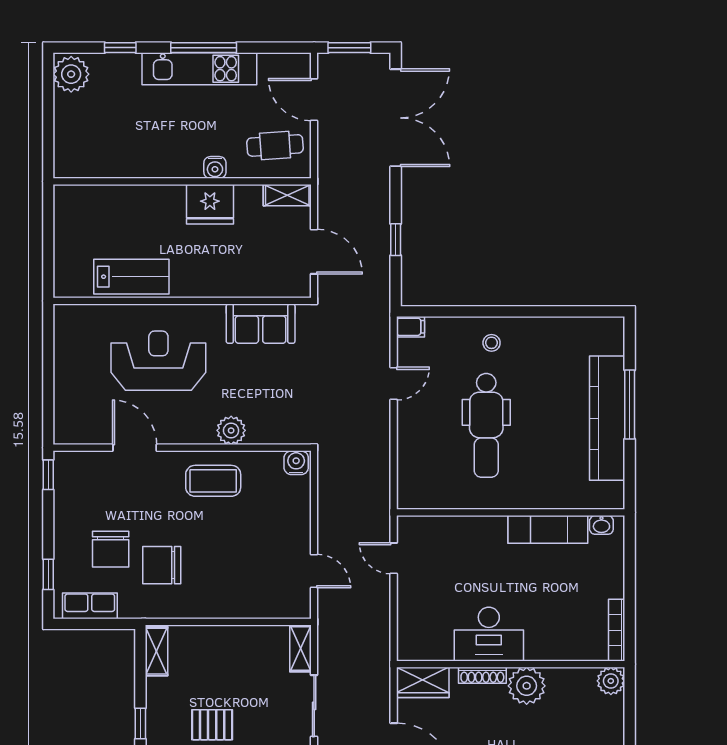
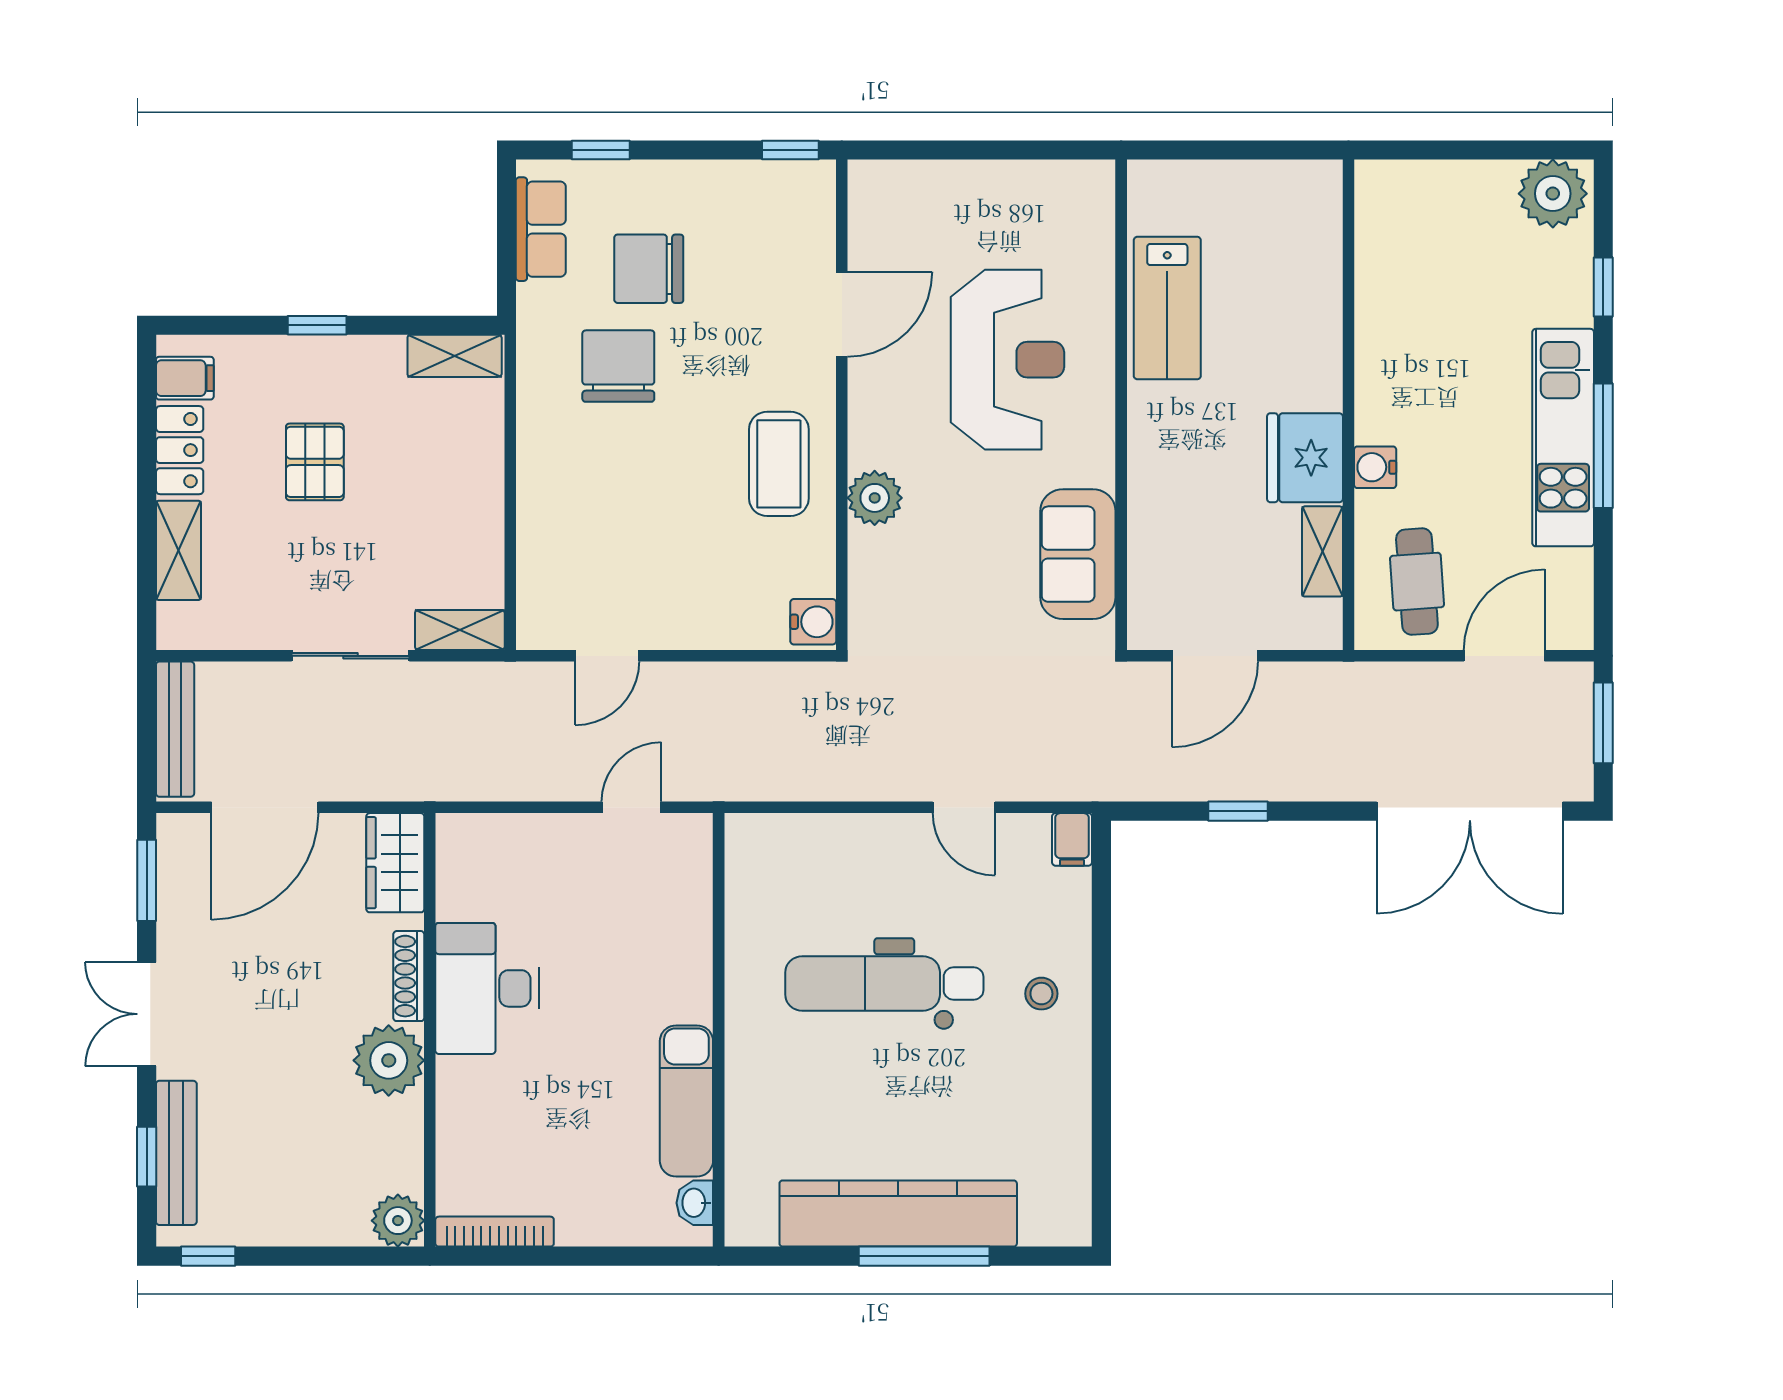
shelving: (287, 195) -> (1322, 551), moved

